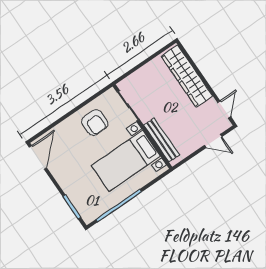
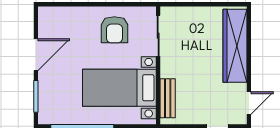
bench: (161, 140) -> (168, 98), width x0.73
door: (38, 157) -> (36, 55), moved

